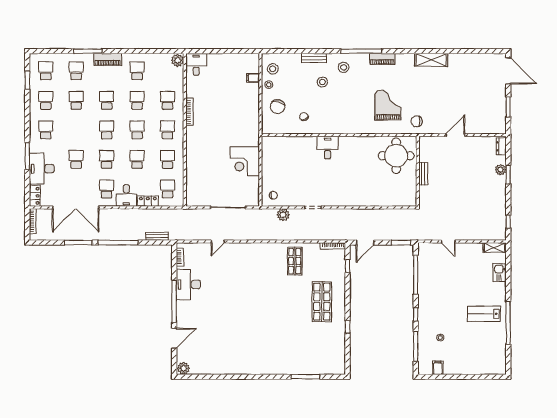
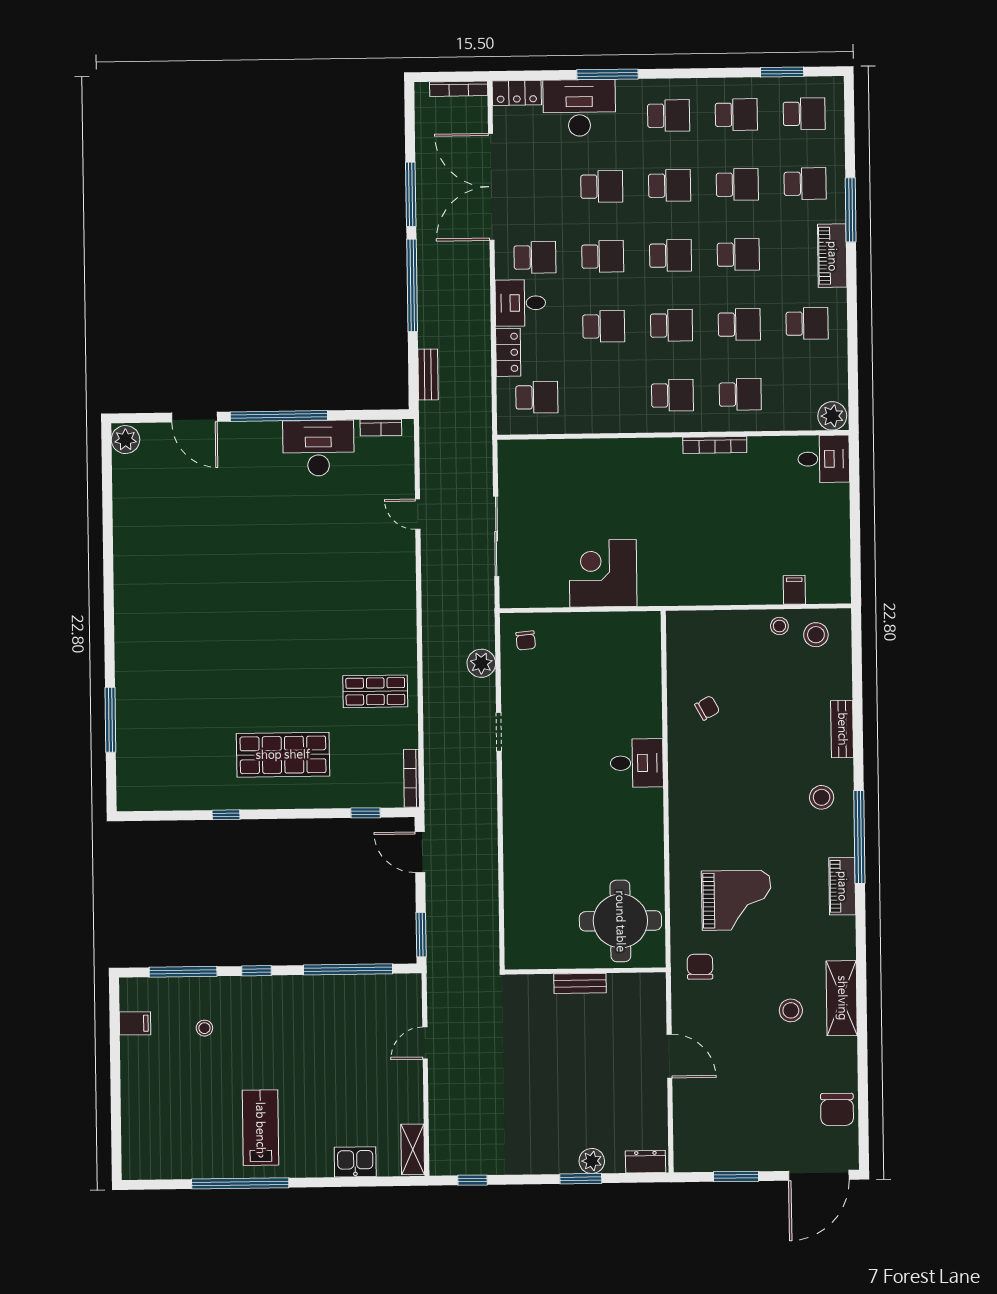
stool: (322, 82) -> (791, 1010), moved
chair: (278, 107) -> (837, 1109), moved, turned -106
school desk: (168, 159) -> (670, 186), moved

